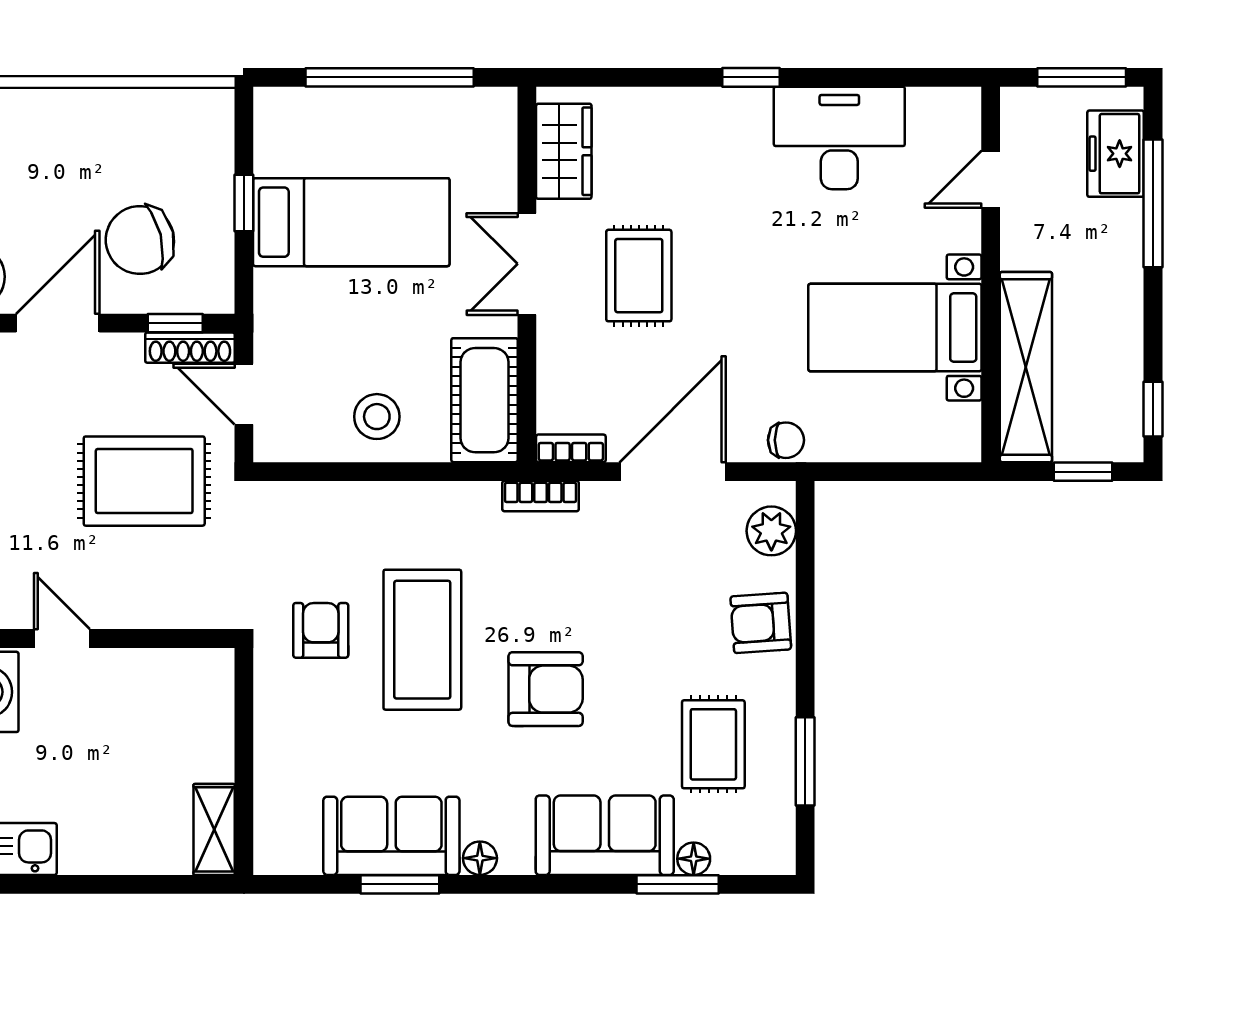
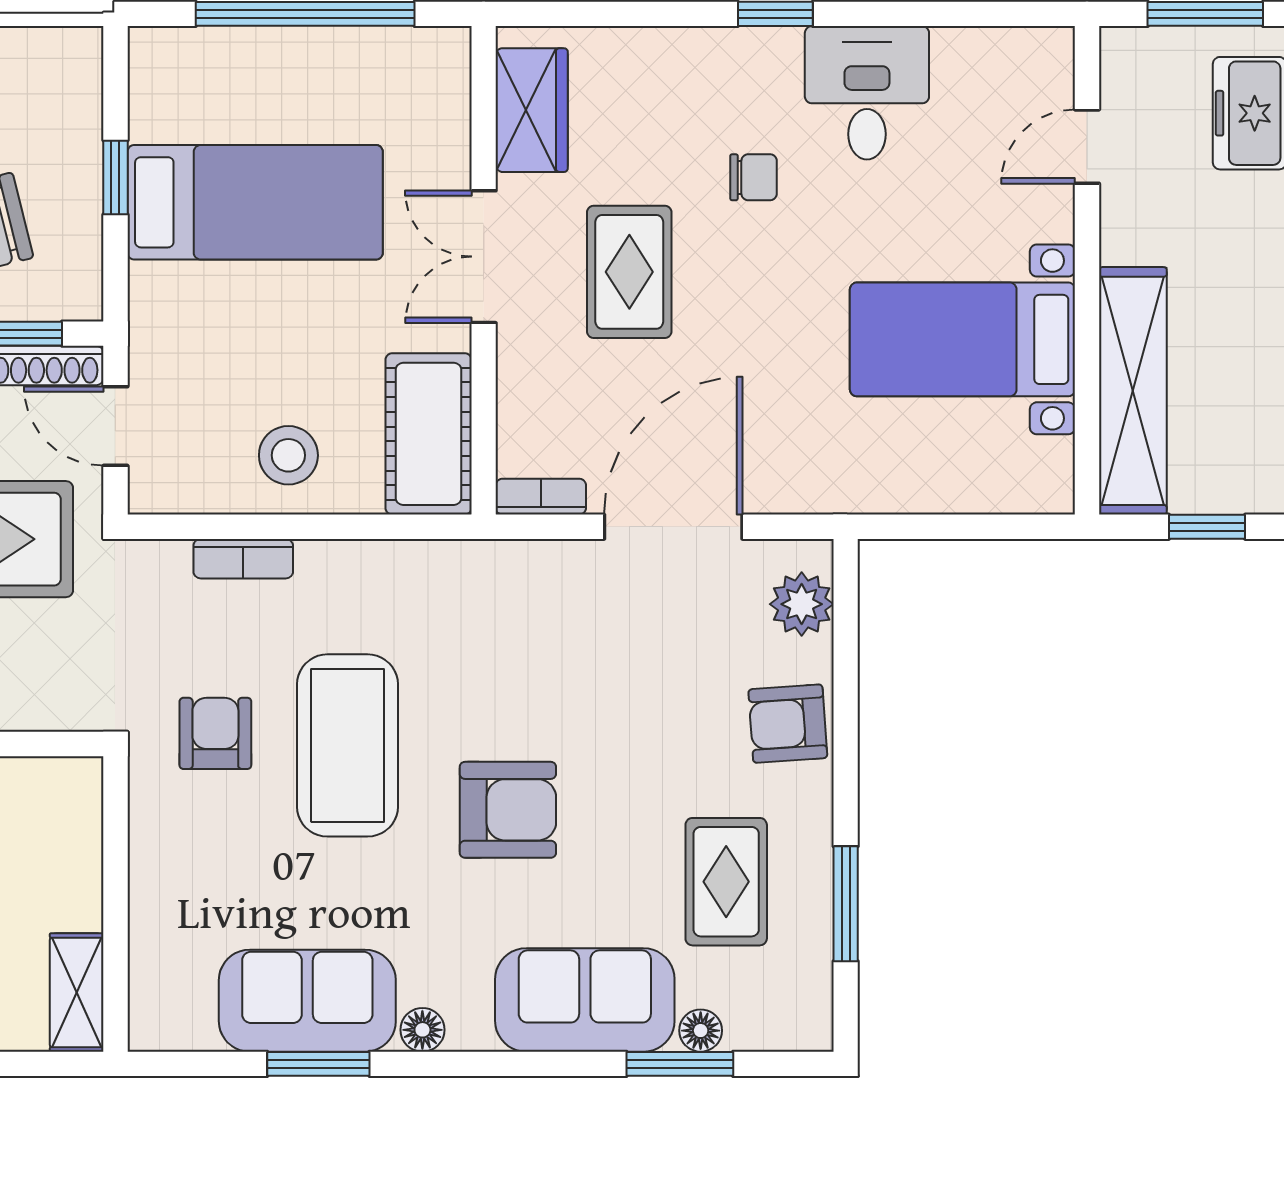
desk: (839, 138) -> (867, 93), width x0.73
chair: (786, 440) -> (754, 177), moved
bookcase: (541, 496) -> (243, 559), moved

